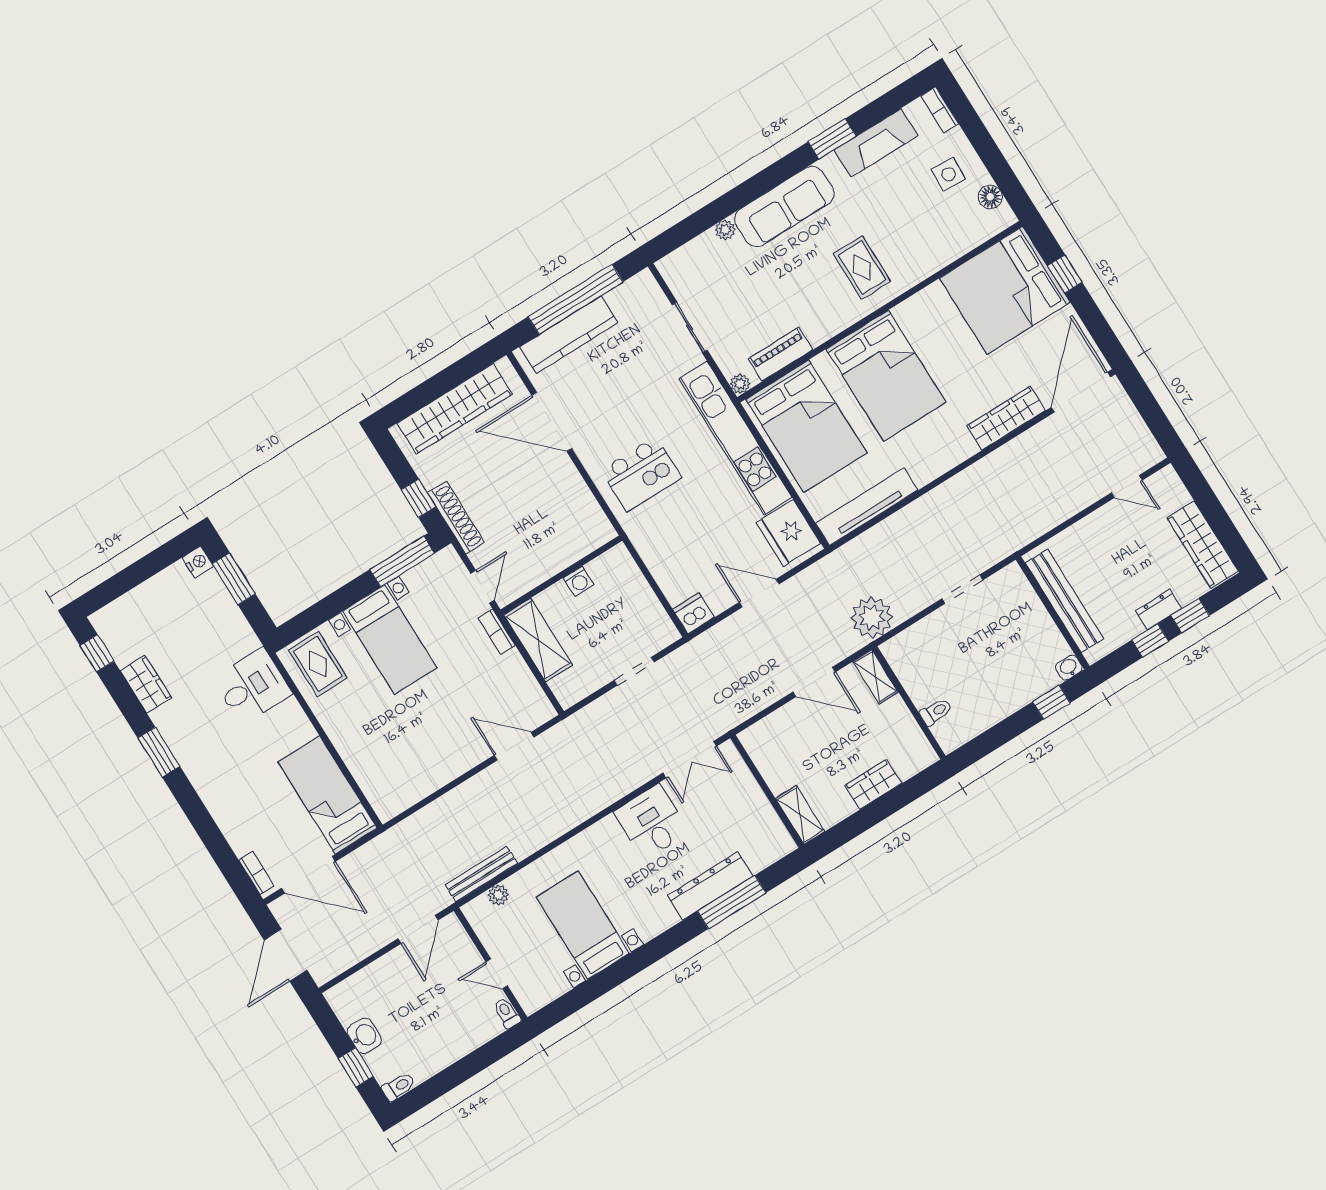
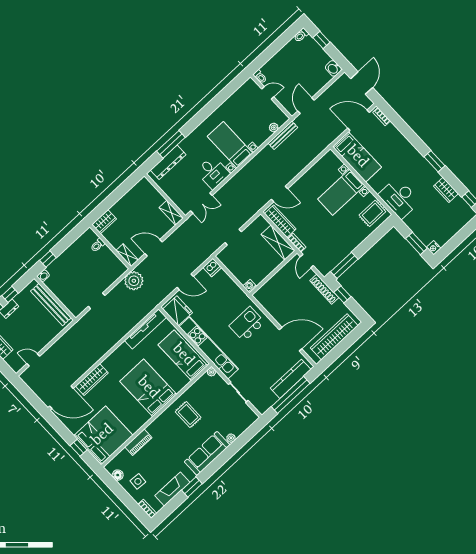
rug: (862, 268) -> (188, 415), moved
piano: (780, 354) -> (138, 442), moved
door: (1081, 392) -> (61, 397), hinge flipped
bed: (806, 426) -> (183, 355), width x0.67
washing machine: (579, 581) -> (250, 286), moved
bed with nightstands: (390, 640) -> (341, 192), moved, turned -90
rug: (318, 664) -> (372, 213), turned 90
desk: (252, 686) -> (399, 198), width x1.37
wardrobe: (524, 686) -> (280, 221), added
double door: (690, 760) -> (201, 203), swing flipped
wardrobe: (873, 784) -> (104, 222), moved
shelving: (800, 815) -> (171, 213), moved
dresser: (710, 886) -> (168, 162), moved
bed with nightstands: (583, 925) -> (230, 145), moved, turned 180
washbasin: (364, 1036) -> (333, 68), moved

